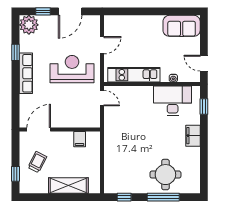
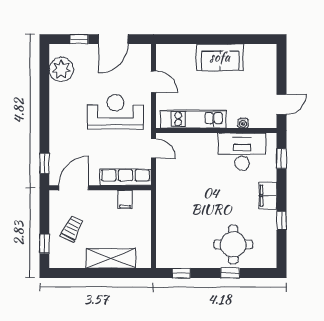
plant: (29, 25) -> (61, 69), moved
sofa: (182, 26) -> (220, 57), moved
door: (102, 45) -> (153, 82), hinge flipped
window: (15, 52) -> (44, 164), moved
door: (204, 63) -> (282, 104), swing flipped
row of seats: (26, 73) -> (125, 177), moved, turned -90
window: (204, 156) -> (282, 221), added
window: (163, 197) -> (230, 273), width x0.46

